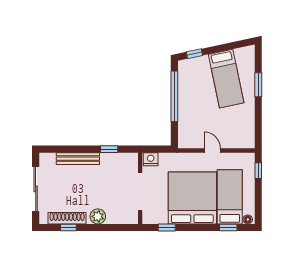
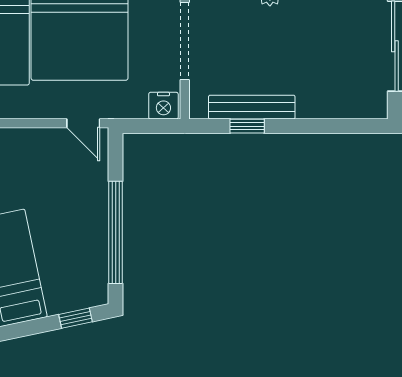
door: (212, 151) -> (83, 123), moved
bench: (78, 159) -> (252, 107), moved

